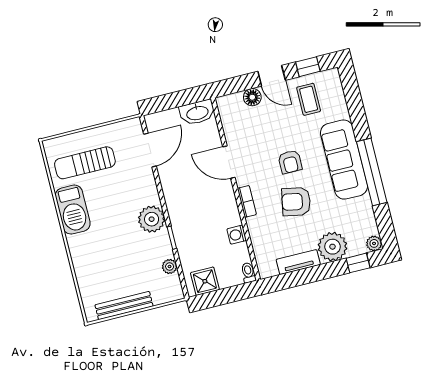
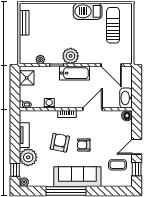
floor lamp: (252, 97) -> (127, 116), moved
bathtub: (178, 206) -> (74, 73), added
bench: (124, 306) -> (24, 23), width x0.73

